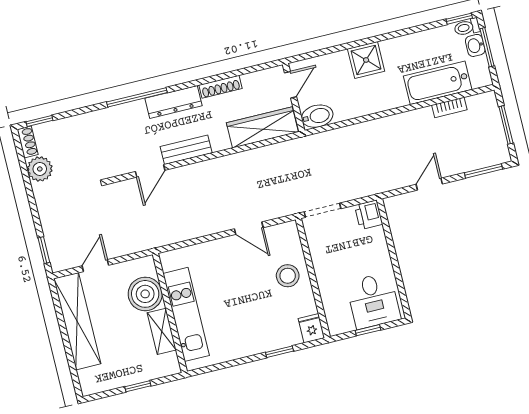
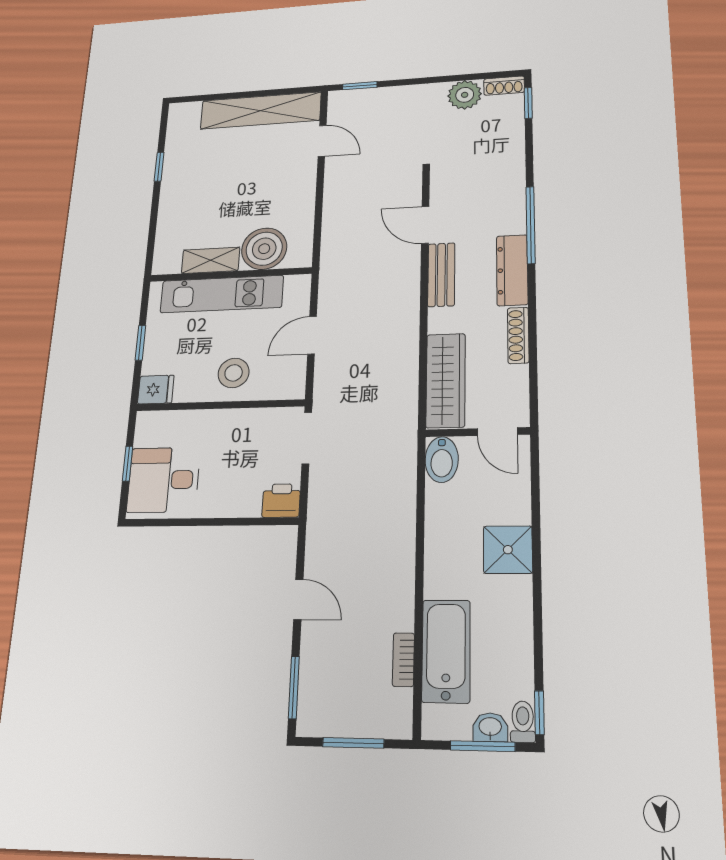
boiler: (145, 294) -> (264, 249), moved
wall: (170, 313) -> (230, 274), moved
kitchen unit: (186, 314) -> (222, 294), moved
shelving: (162, 331) -> (211, 260), moved

